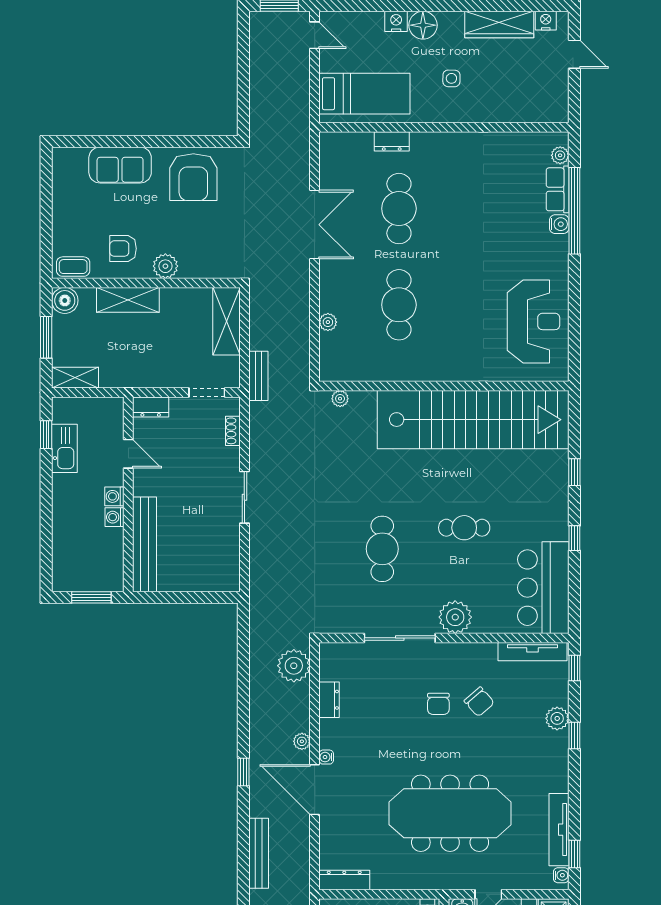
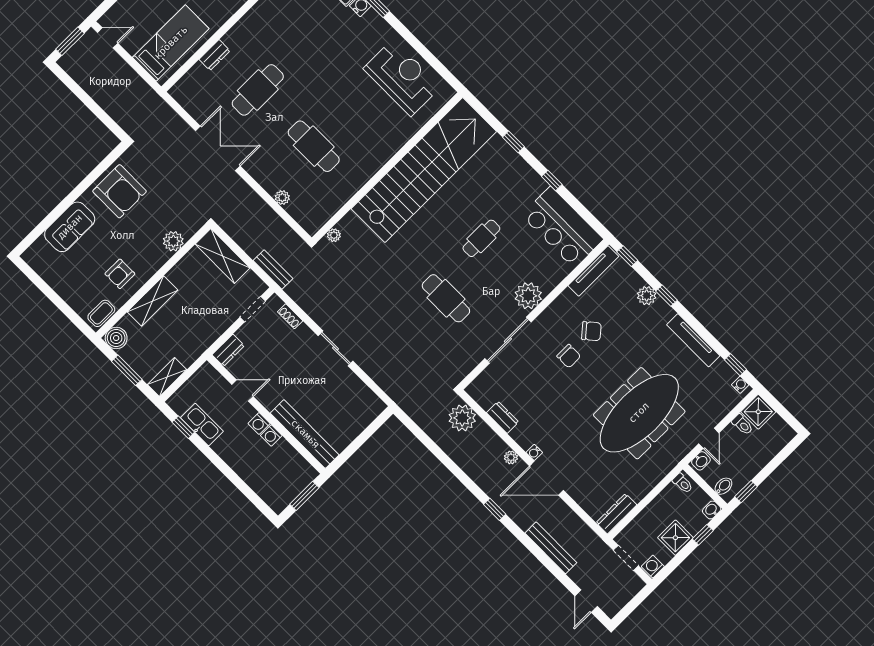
cafe table: (399, 209) -> (258, 90), turned 90
plant: (165, 266) -> (173, 241), moved
tv unit: (559, 830) -> (693, 340), moved

